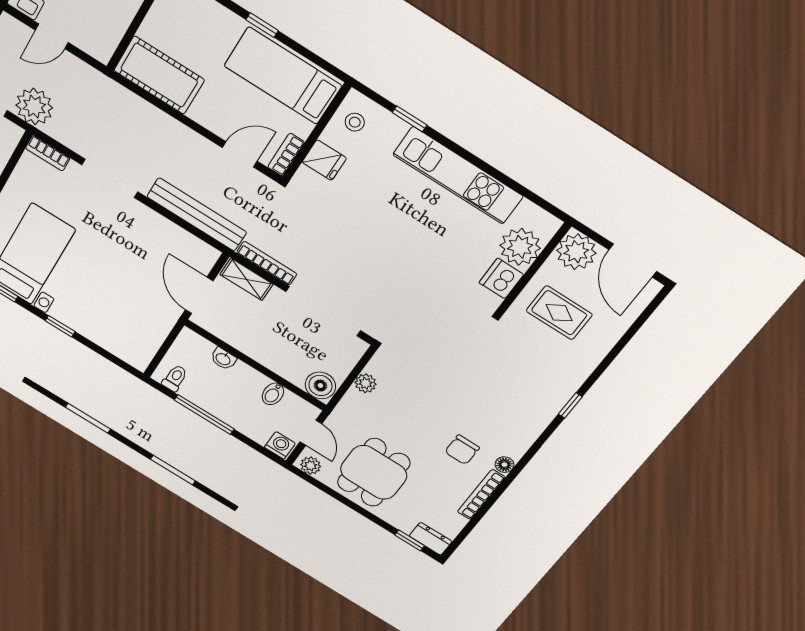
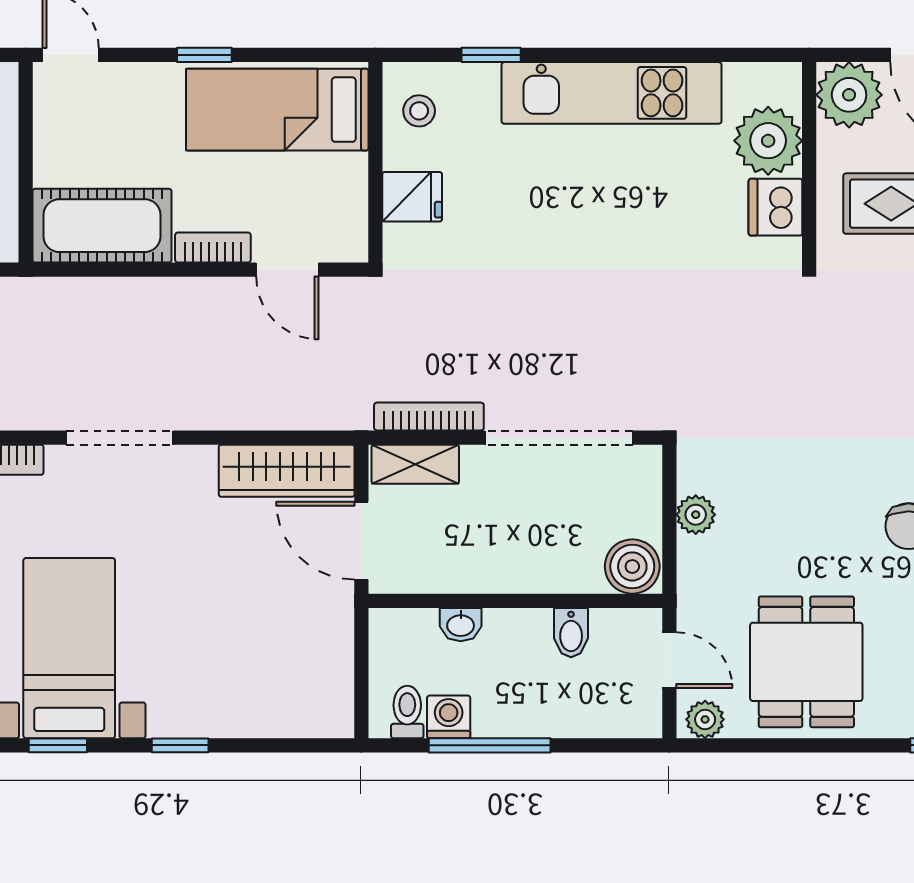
door: (240, 154) -> (287, 270), swing flipped
bookcase: (286, 155) -> (213, 248), moved, turned 90
bench: (197, 214) -> (281, 408), removed
wardrobe: (182, 244) -> (287, 471), added
washing machine: (280, 445) -> (449, 717), moved

